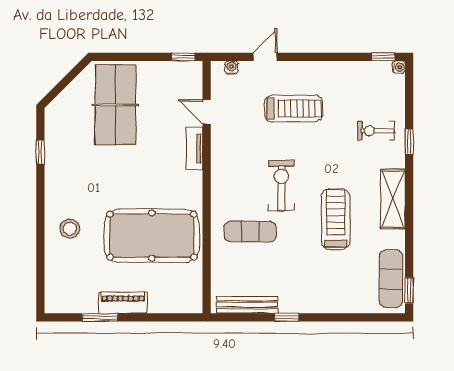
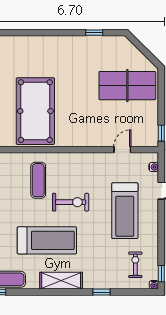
treadmill: (293, 109) -> (125, 211), width x1.37, depth x1.38
exercise bike: (376, 131) -> (135, 265), moved
tv unit: (195, 149) -> (97, 141), removed
treadmill: (336, 219) -> (47, 240), width x1.37, depth x1.38
stool: (70, 229) -> (40, 53), removed

